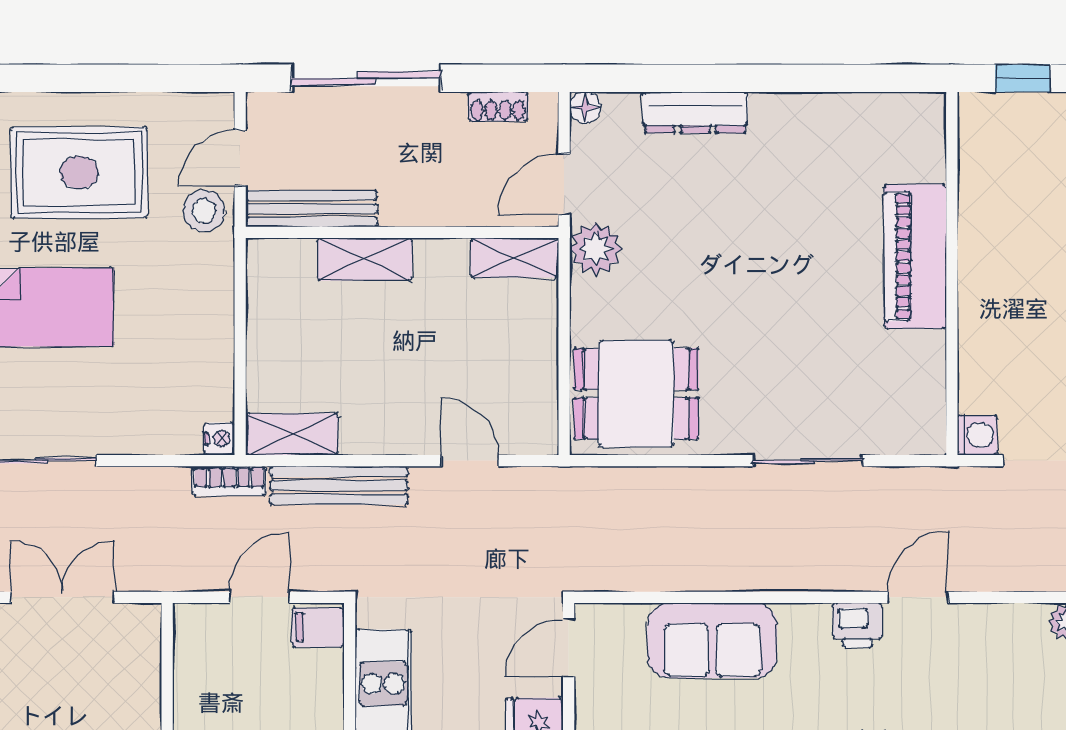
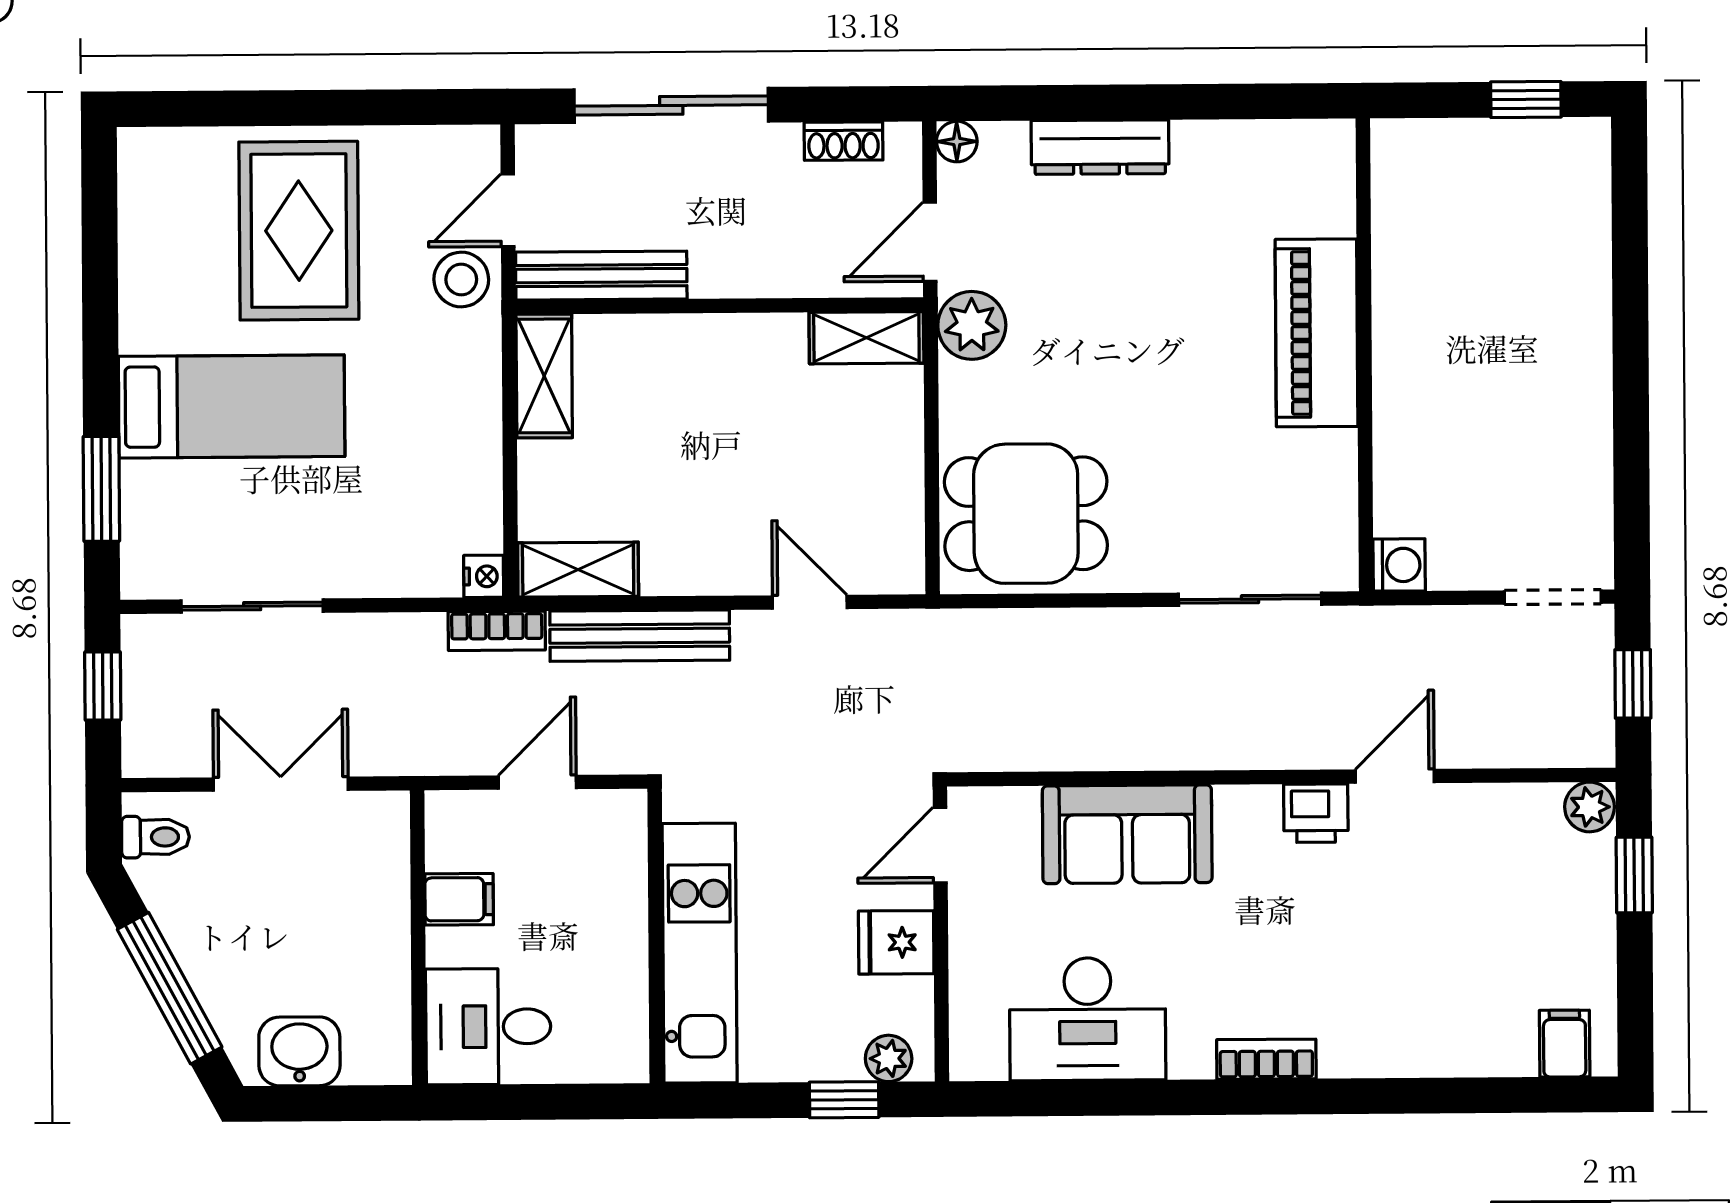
rug: (79, 172) -> (299, 231), turned 90
piano: (915, 256) -> (1316, 333), moved
shelving: (365, 259) -> (544, 376), moved, turned 90
wall: (952, 273) -> (1364, 355), moved
washing machine: (977, 435) -> (1399, 565), moved
filing cabinet: (318, 627) -> (459, 899), moved, turned 180

